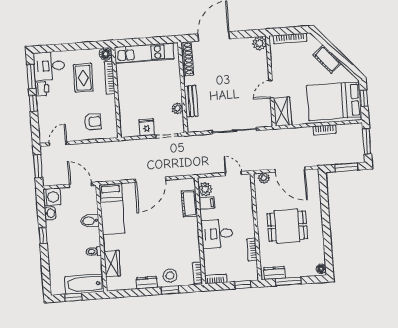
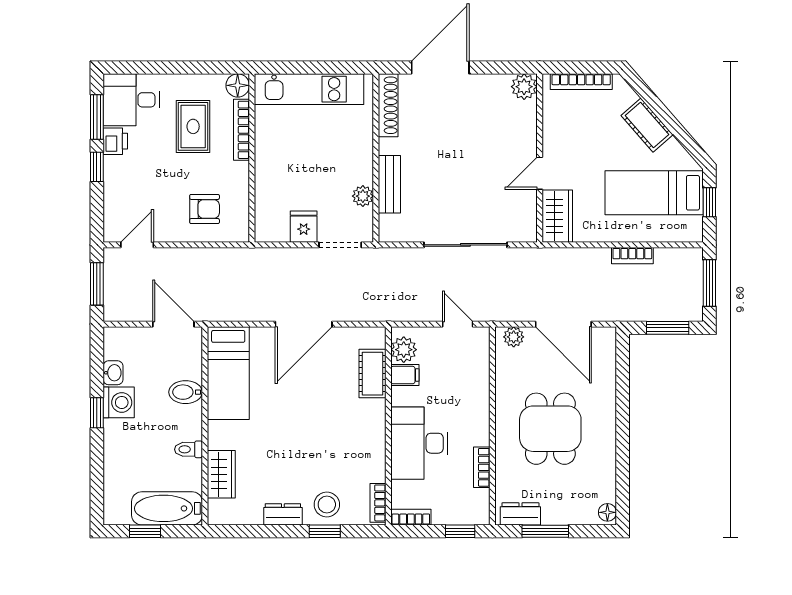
bed: (334, 101) -> (654, 193), width x0.67
washing machine: (52, 197) -> (119, 402), moved
dining table: (287, 226) -> (550, 429), turned 90
desk: (217, 234) -> (419, 443), width x1.37

